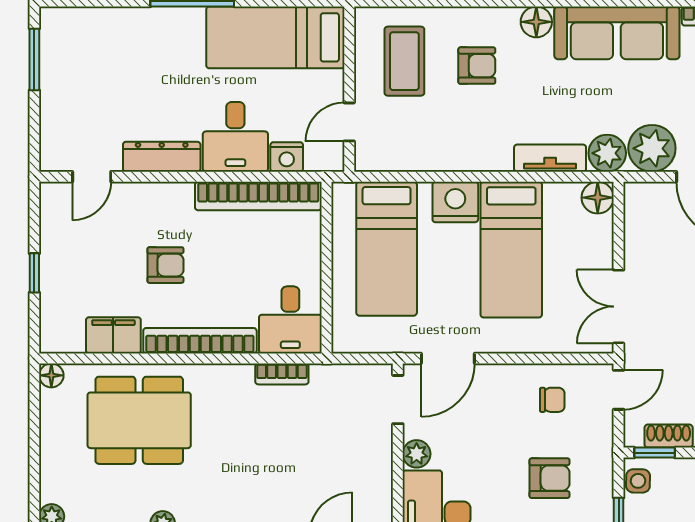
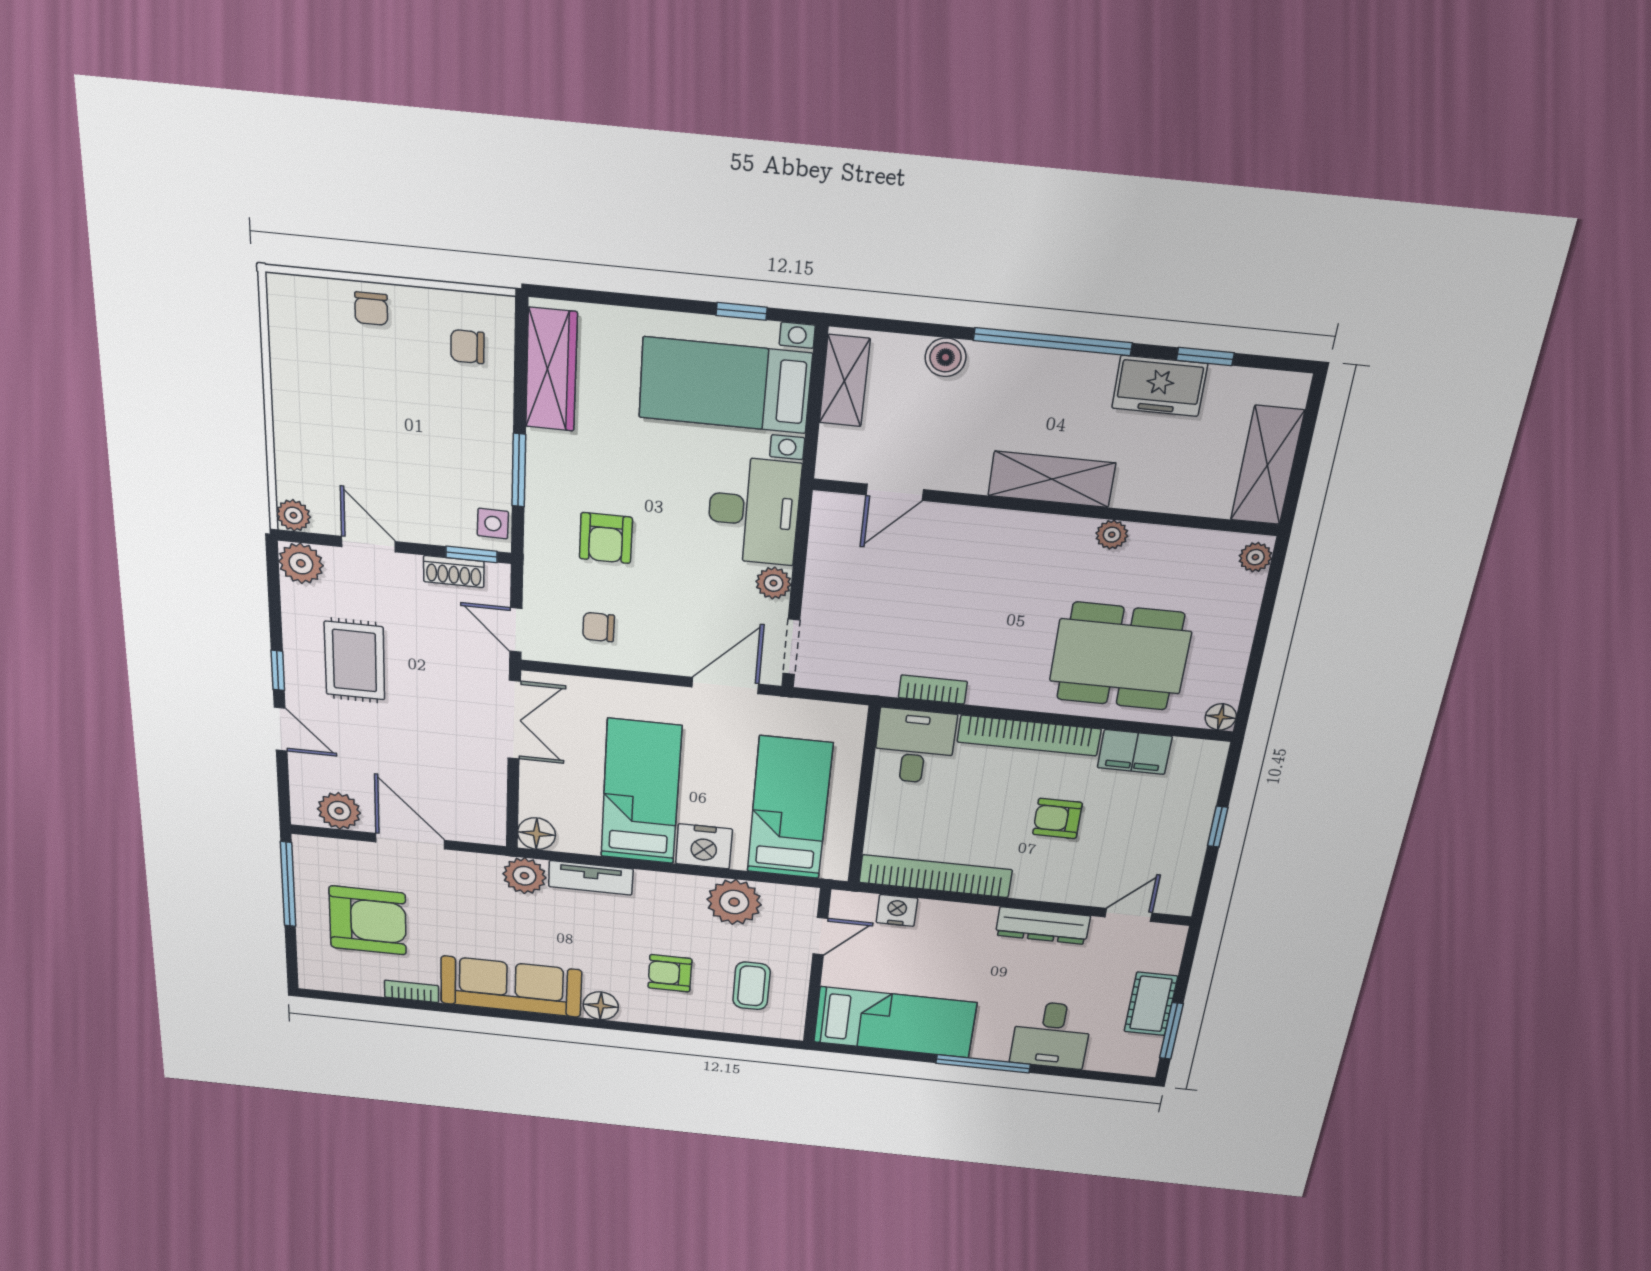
coffee table: (404, 61) -> (751, 986), width x0.73, depth x0.77
cot: (57, 86) -> (1151, 1004), added
desk: (235, 137) -> (1051, 1035), moved, turned 180
plant: (652, 148) -> (734, 902), moved
door: (619, 390) -> (516, 630), hinge flipped
armchair: (549, 478) -> (606, 538), turned -90

